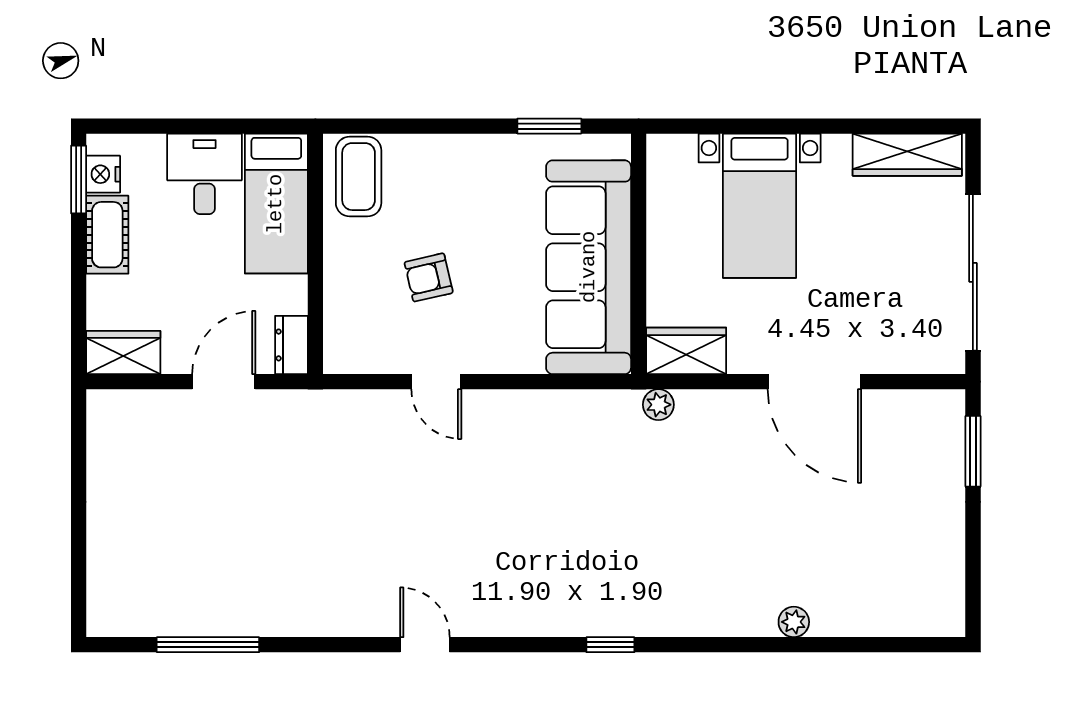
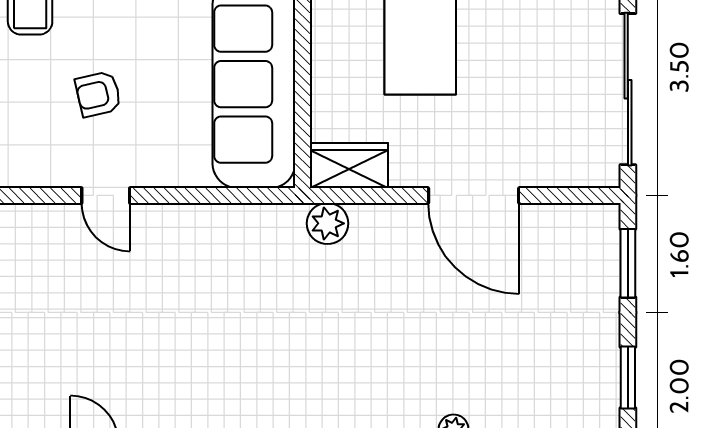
plant: (658, 405) -> (327, 223), width x1.38, depth x1.38
window: (973, 569) -> (628, 377), added

